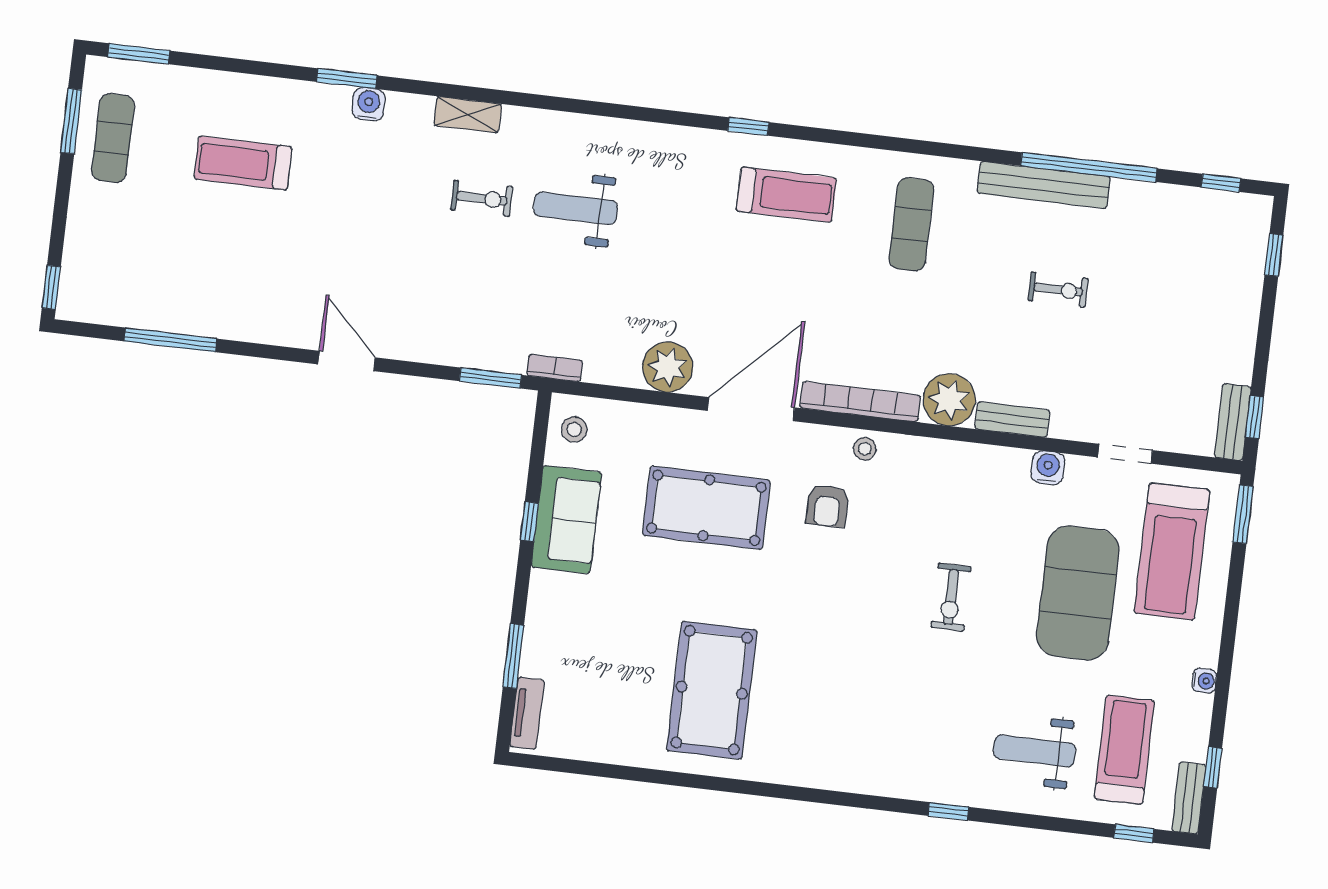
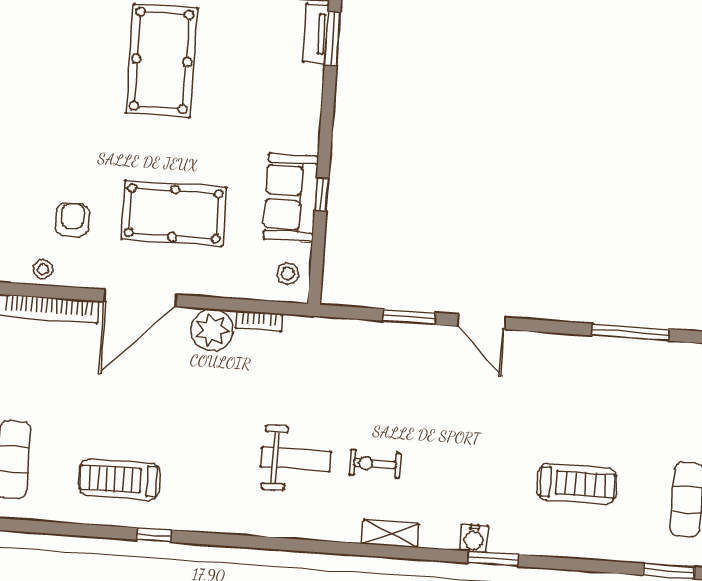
bookcase: (555, 368) -> (259, 321), moved
window: (490, 378) -> (409, 317), moved
window: (513, 656) -> (333, 38), moved

